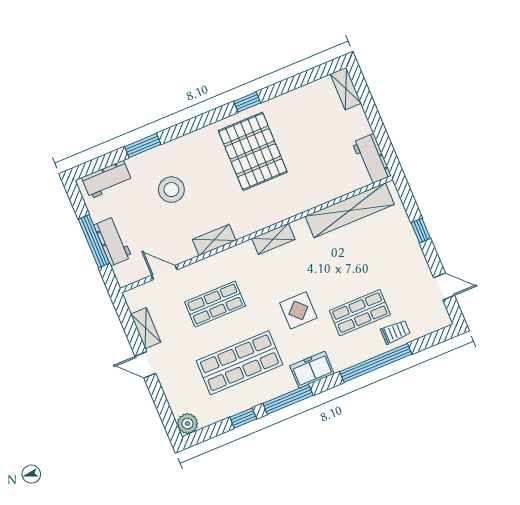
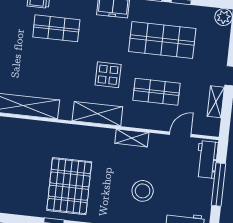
shelving: (273, 239) -> (97, 114), width x1.50, depth x1.33
workbench: (113, 241) -> (207, 159), moved
door: (164, 272) -> (180, 134), swing flipped
display table: (298, 310) -> (108, 75), moved

